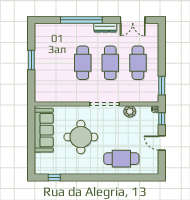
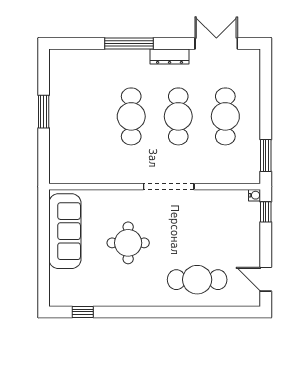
window: (81, 20) -> (129, 44), width x0.68
double door: (133, 20) -> (216, 44), swing flipped
plant: (130, 111) -> (211, 199), removed
round table: (81, 137) -> (128, 243), width x0.73, depth x0.73
door: (162, 143) -> (266, 279), moved

